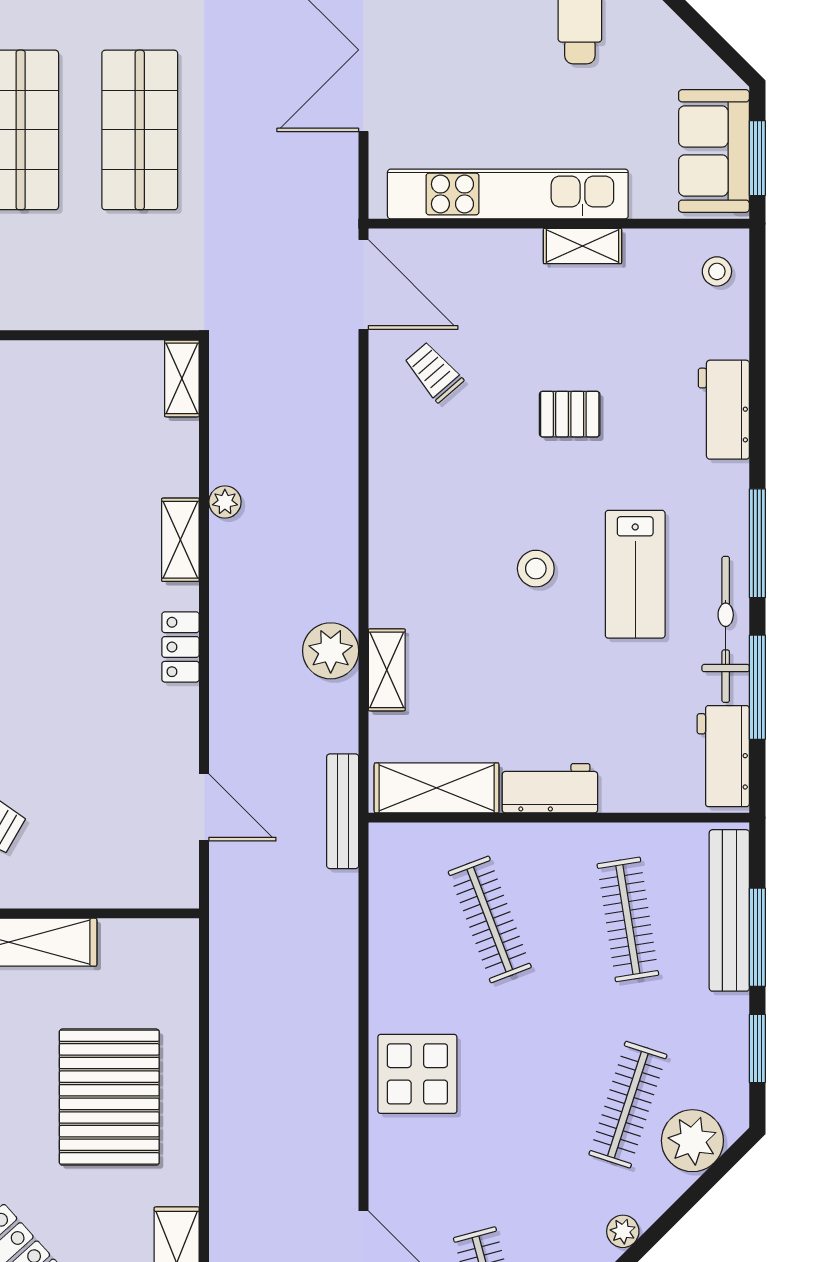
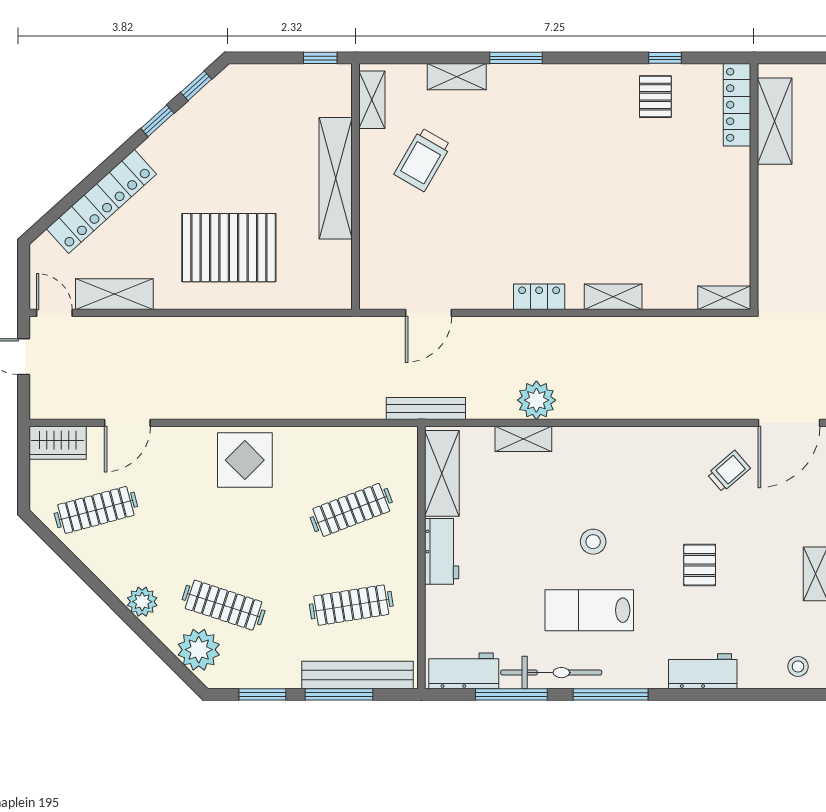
plant: (225, 502) -> (639, 327), removed
plant: (623, 1231) -> (142, 602), width x1.38, depth x1.38

